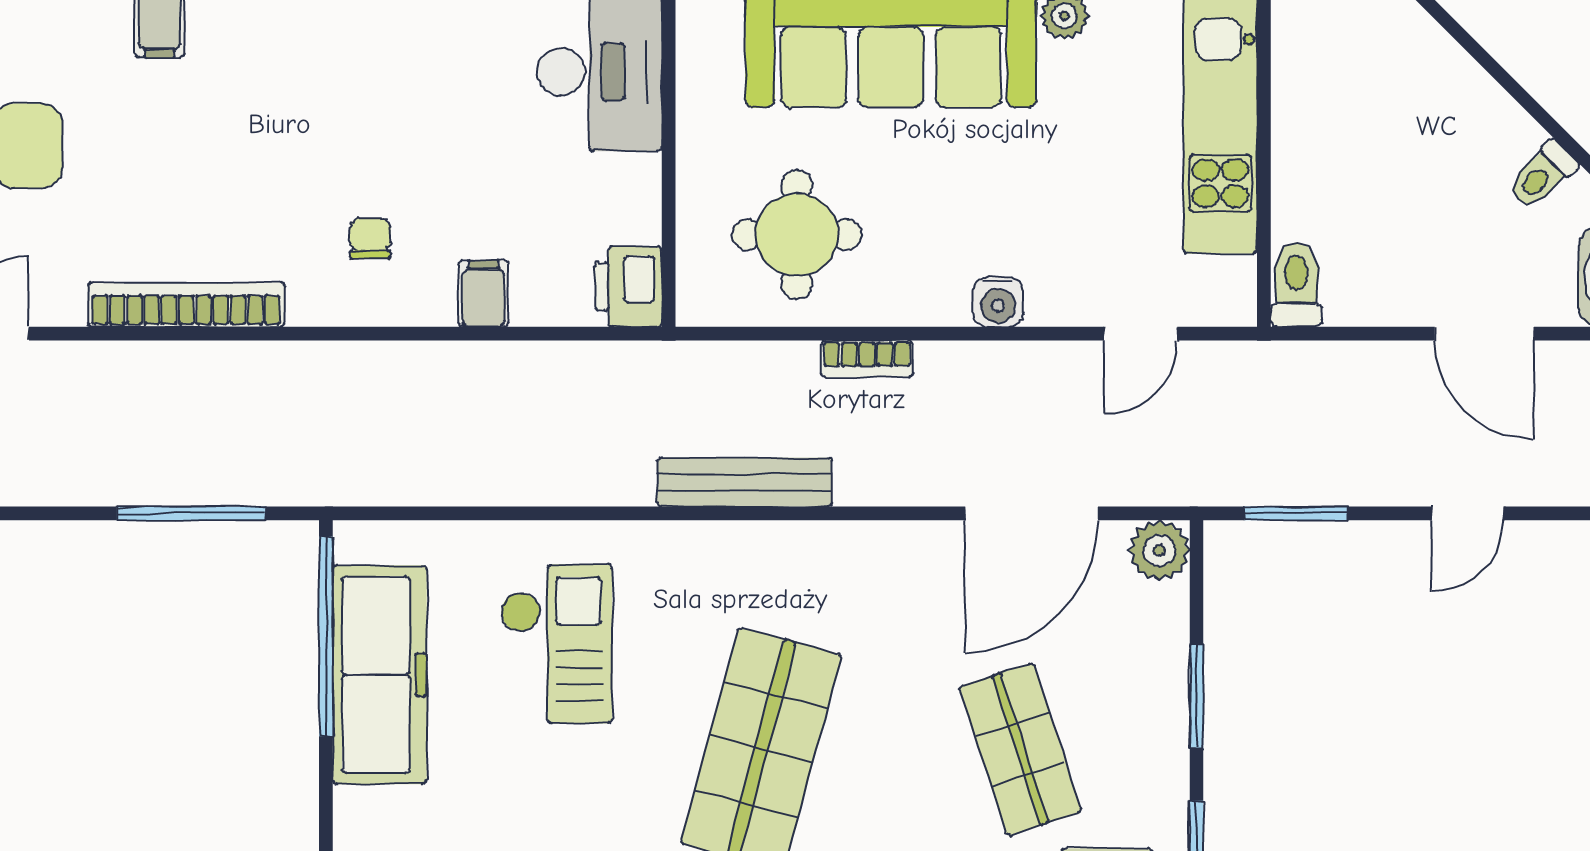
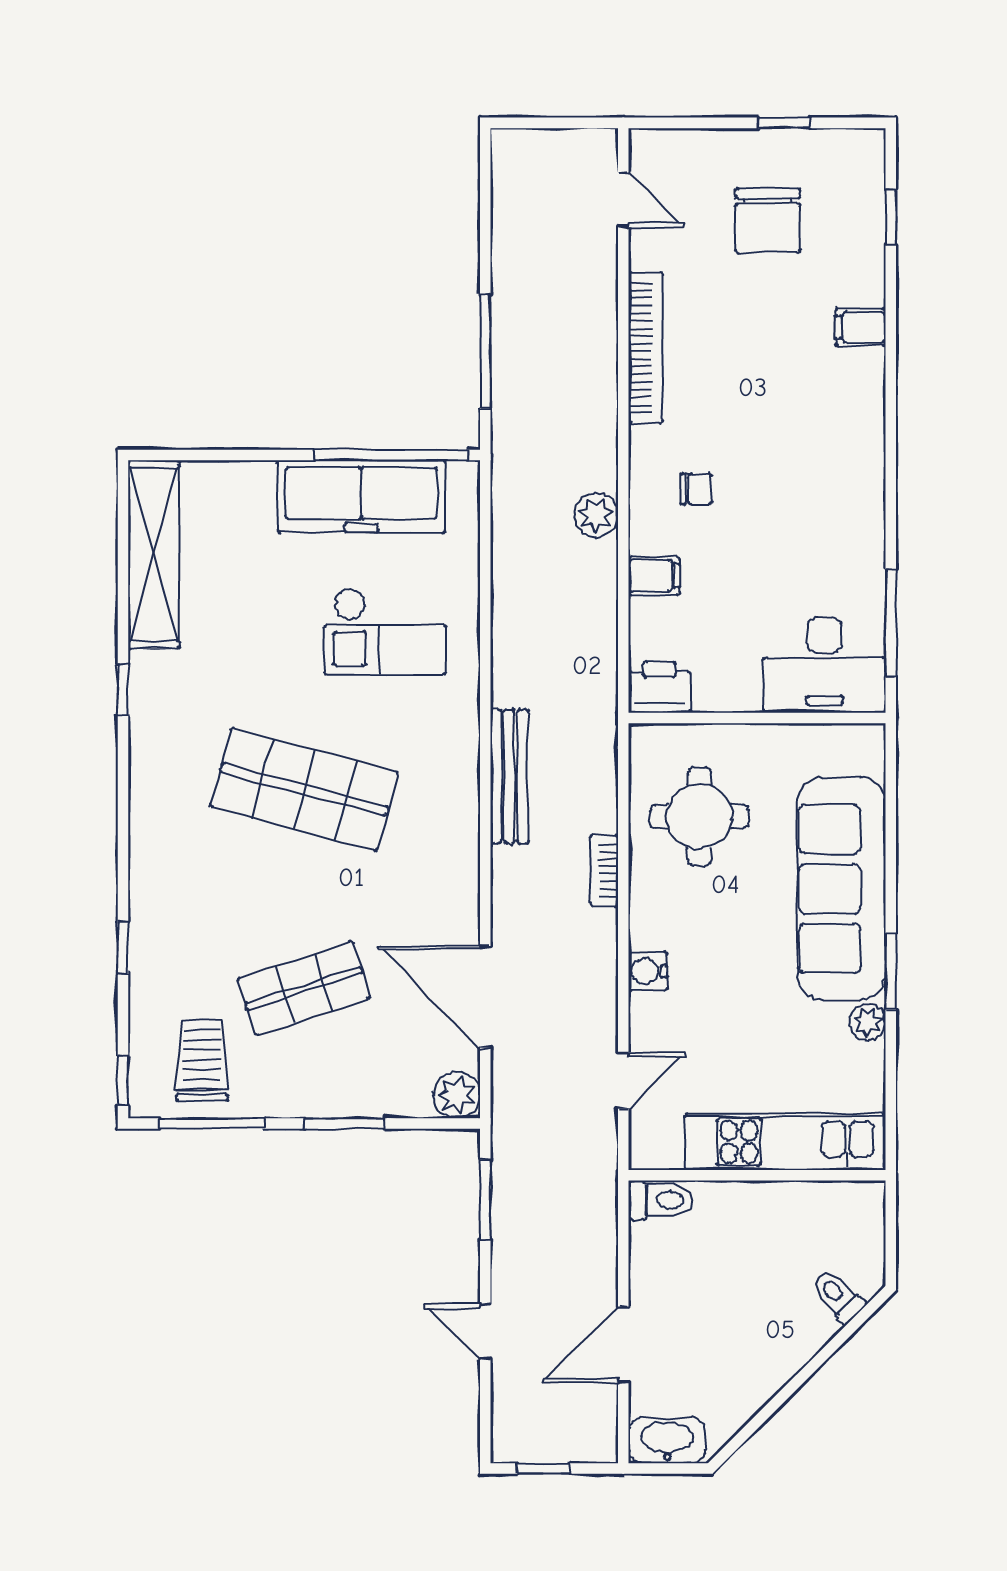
toilet: (1542, 175) -> (838, 1296), moved
door: (1141, 334) -> (623, 1081), swing flipped
plant: (404, 369) -> (596, 515), added

